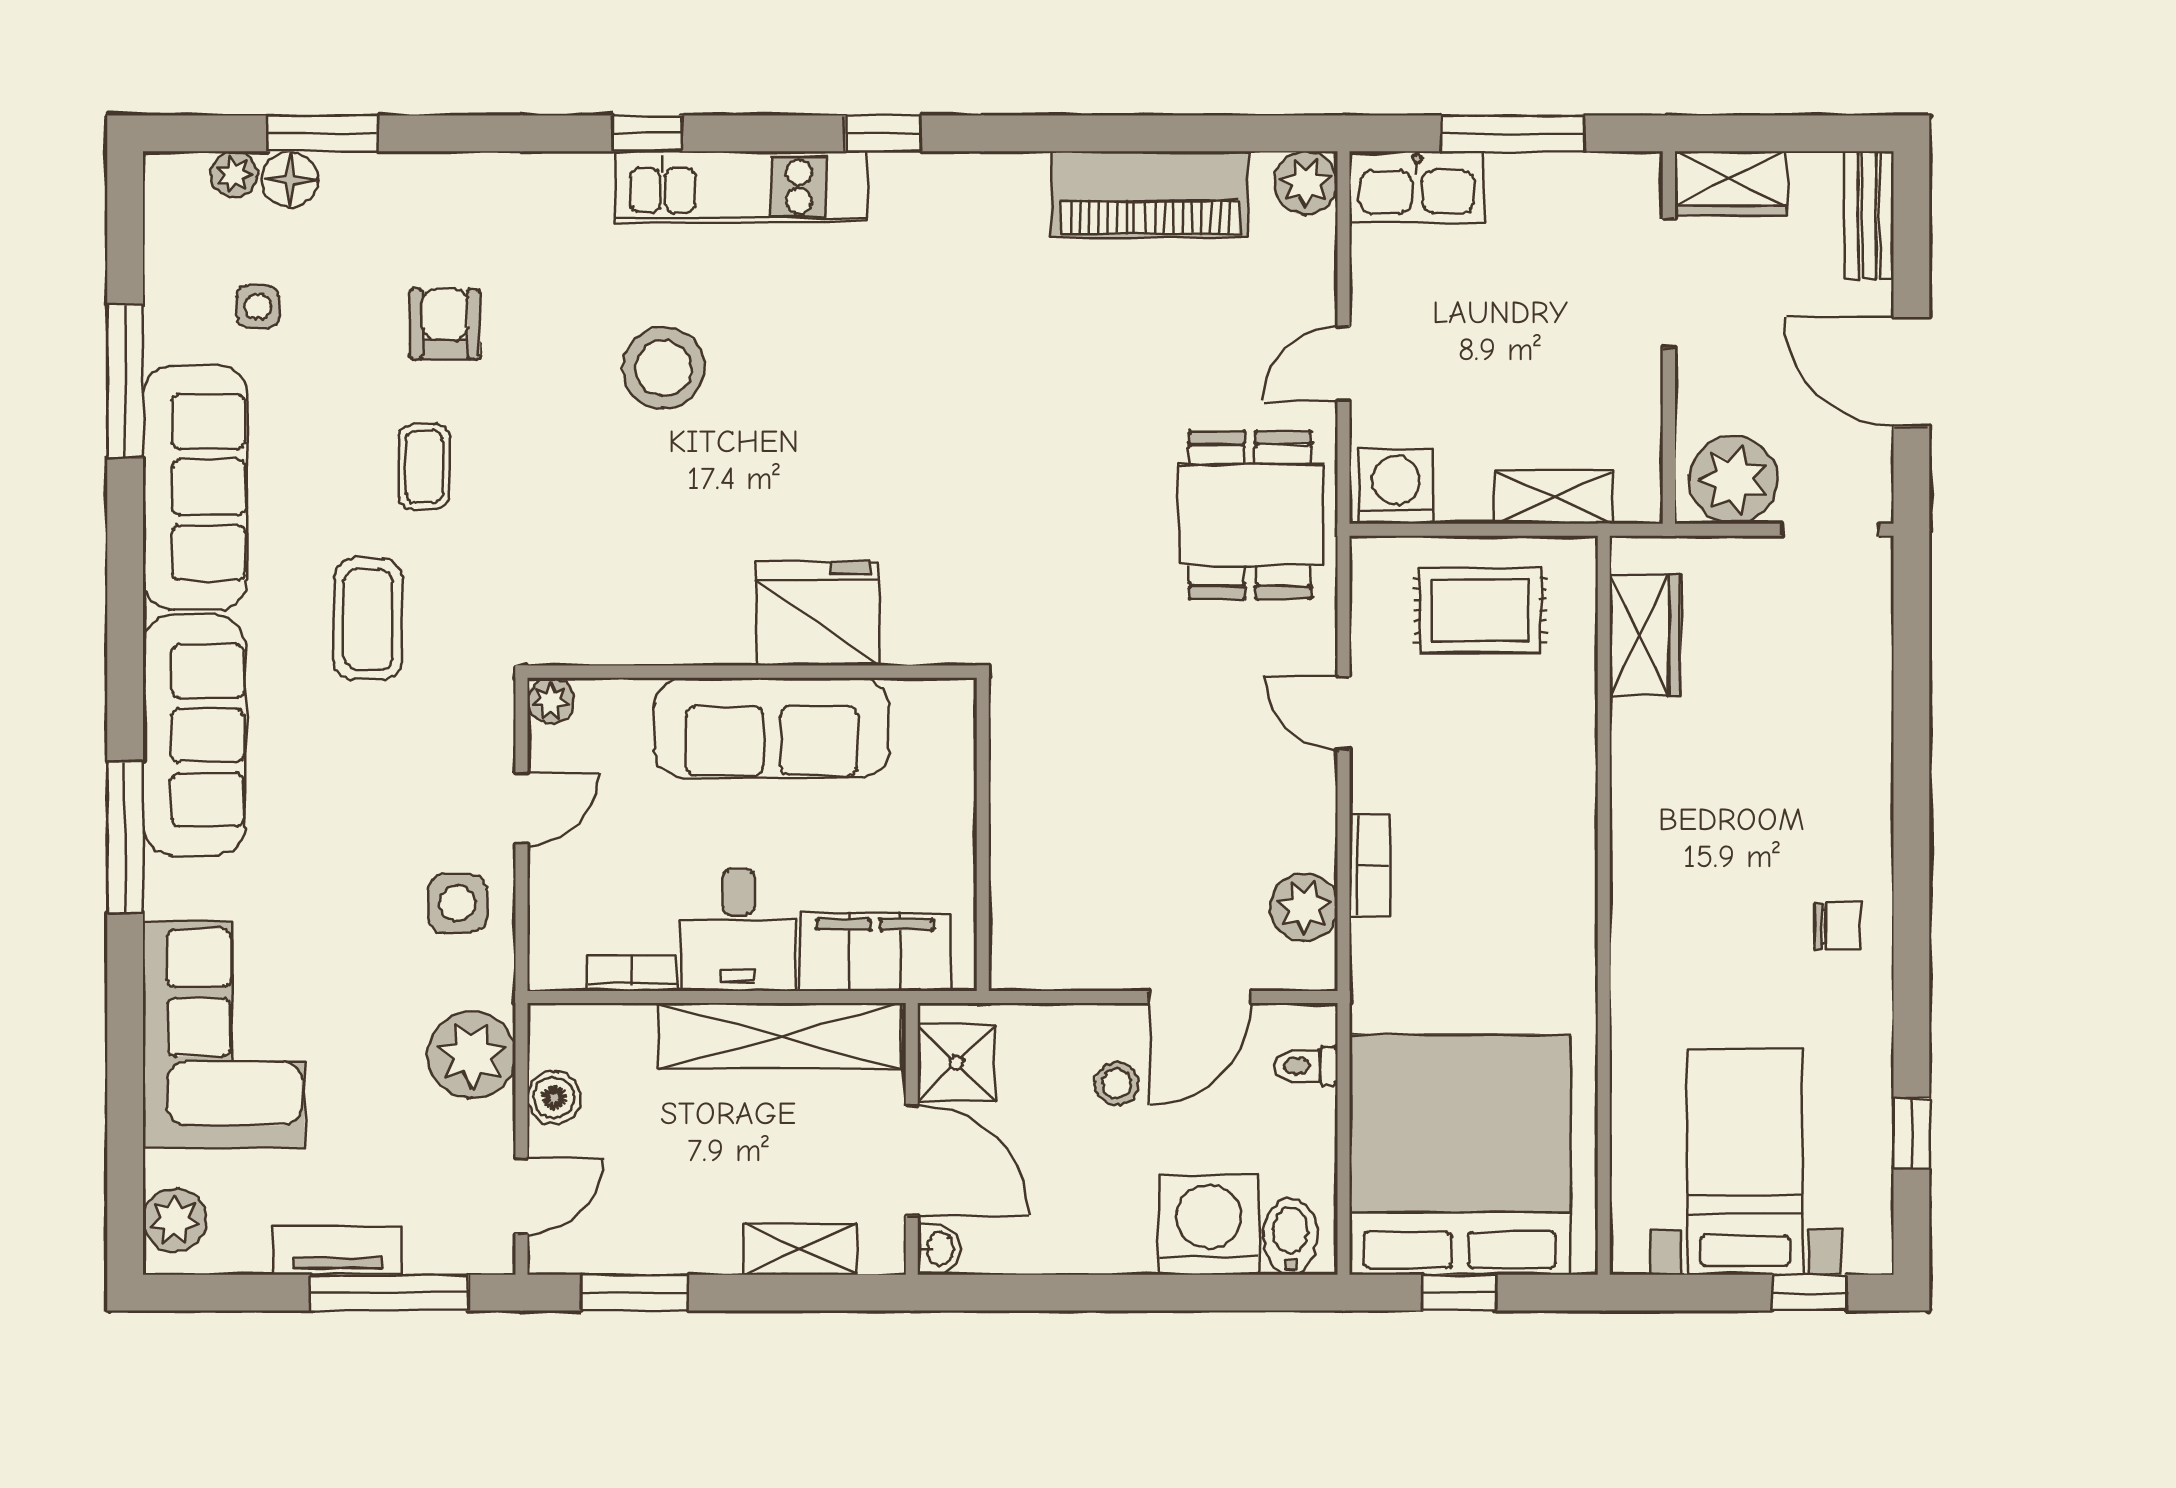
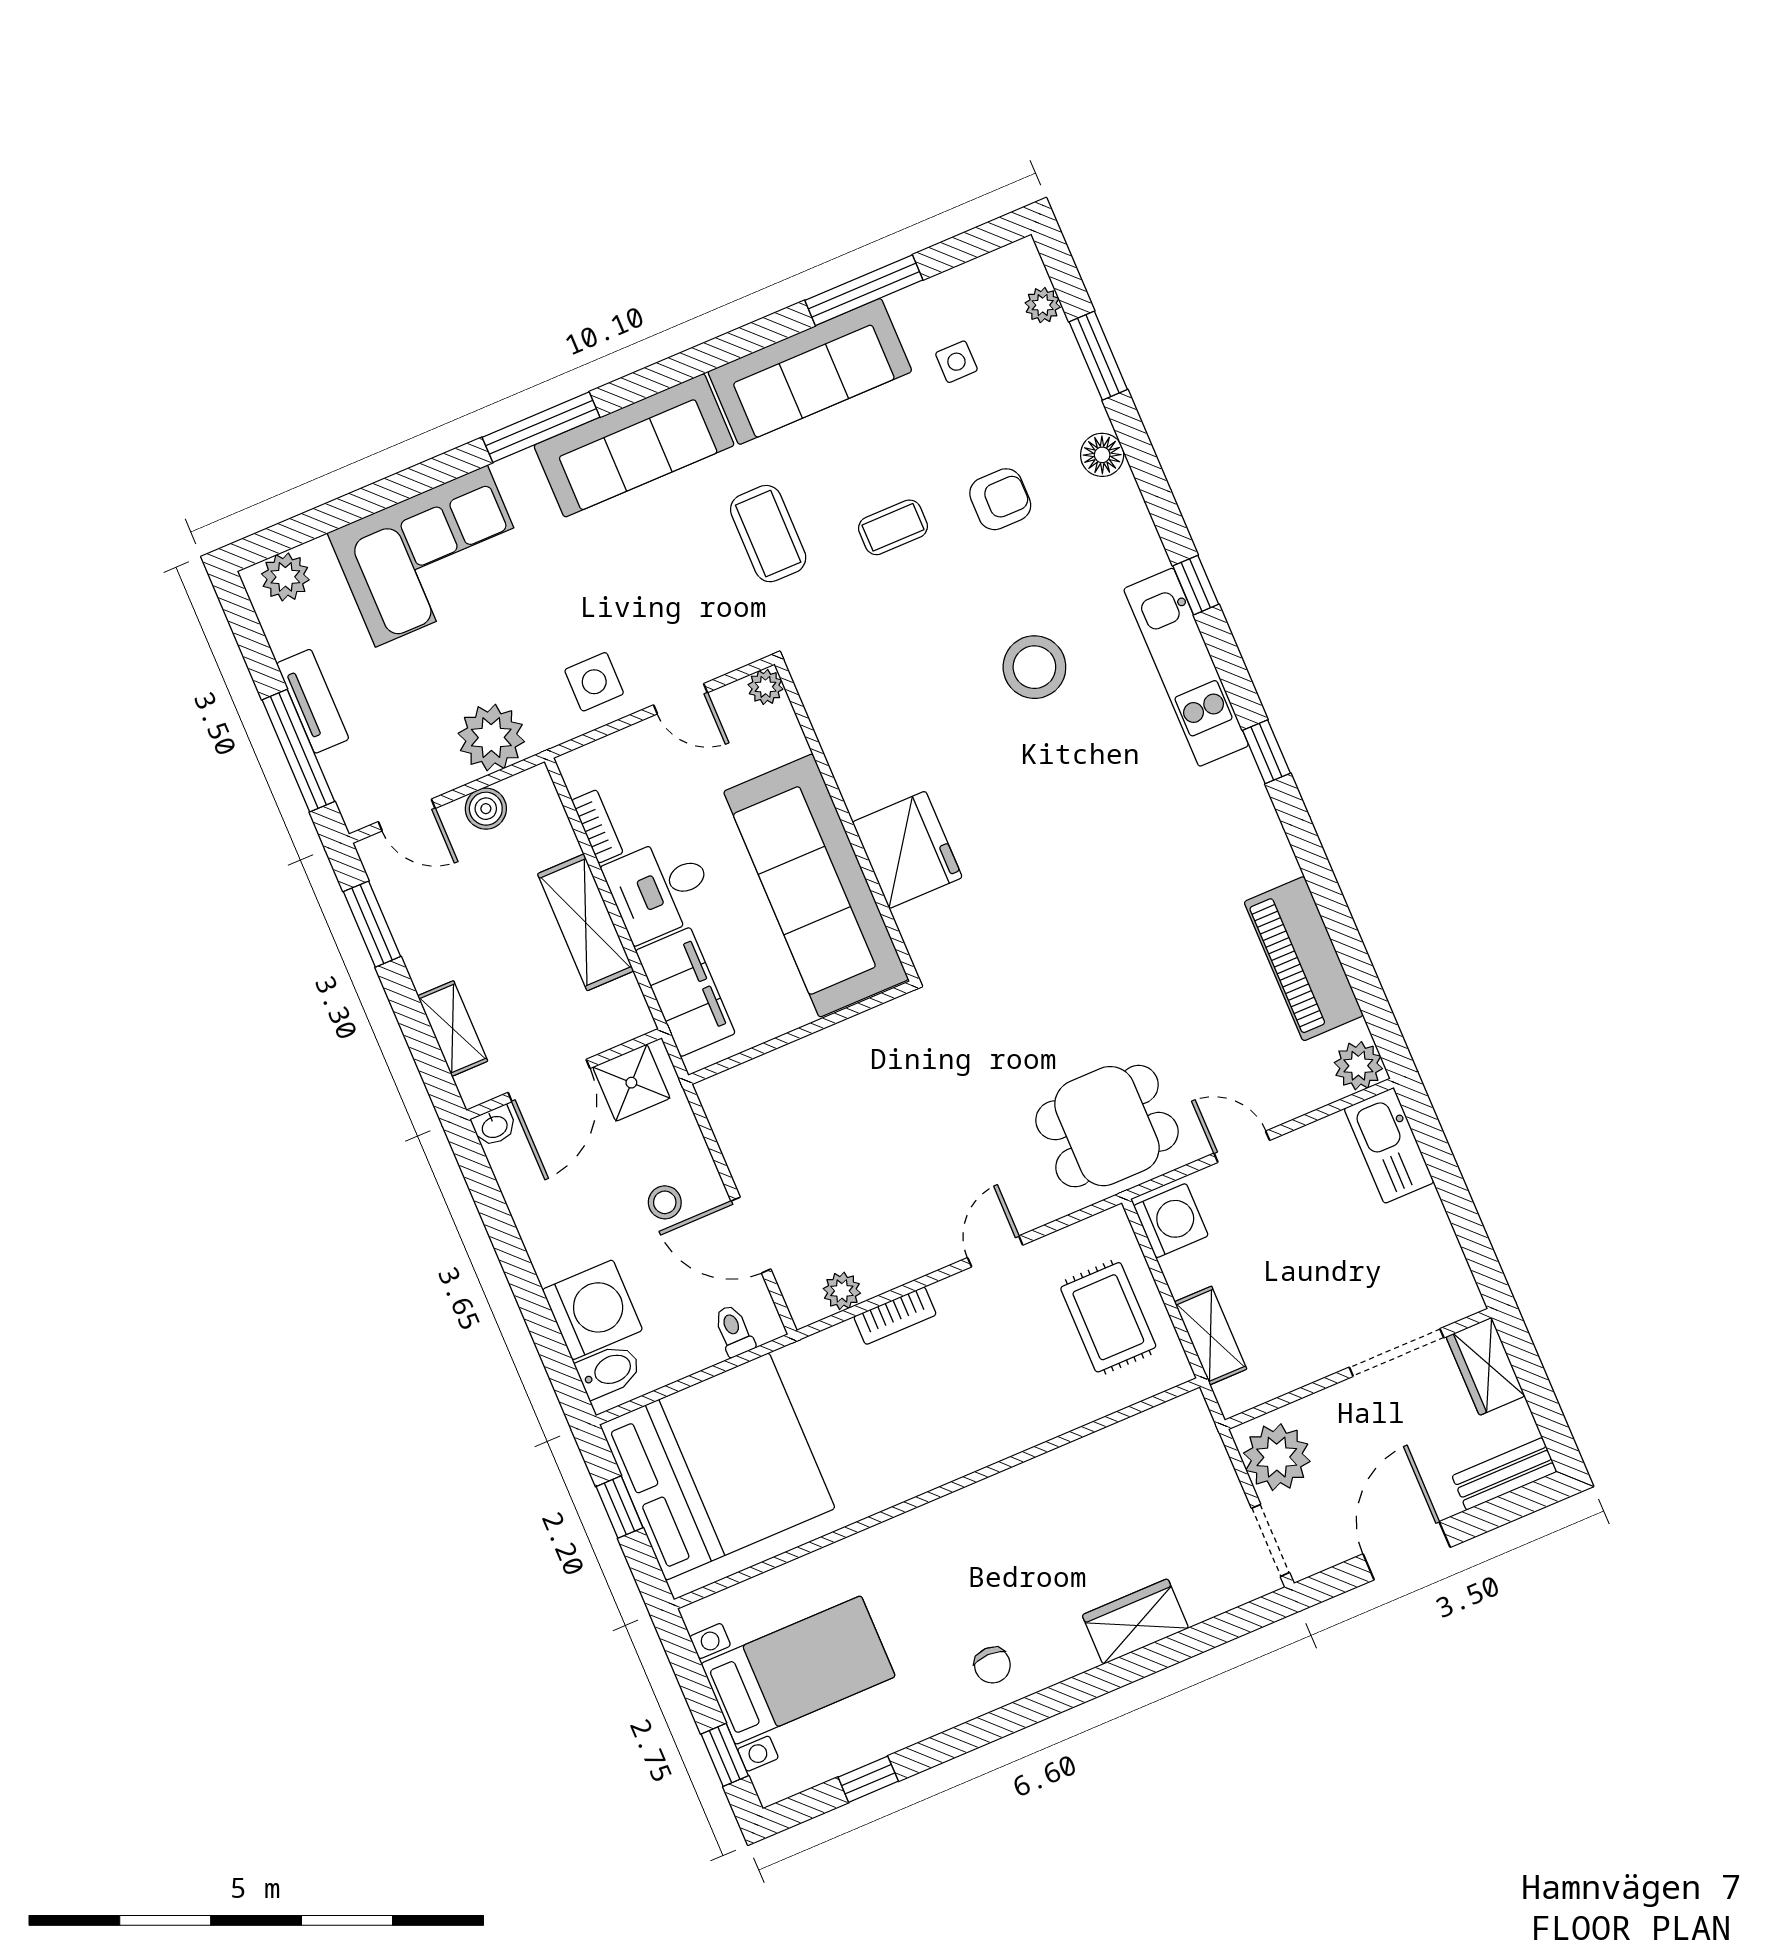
window: (1512, 133) -> (1455, 1197), removed
floor lamp: (290, 179) -> (1102, 455), moved
coffee table: (368, 620) -> (768, 534), turned 90
wardrobe: (1645, 635) -> (1135, 1622), moved, turned 180
sofa: (772, 728) -> (816, 886), width x1.36, depth x1.27
plant: (1304, 907) -> (842, 1291), width x0.73, depth x0.73
shelving: (780, 1036) -> (586, 922), width x0.68

